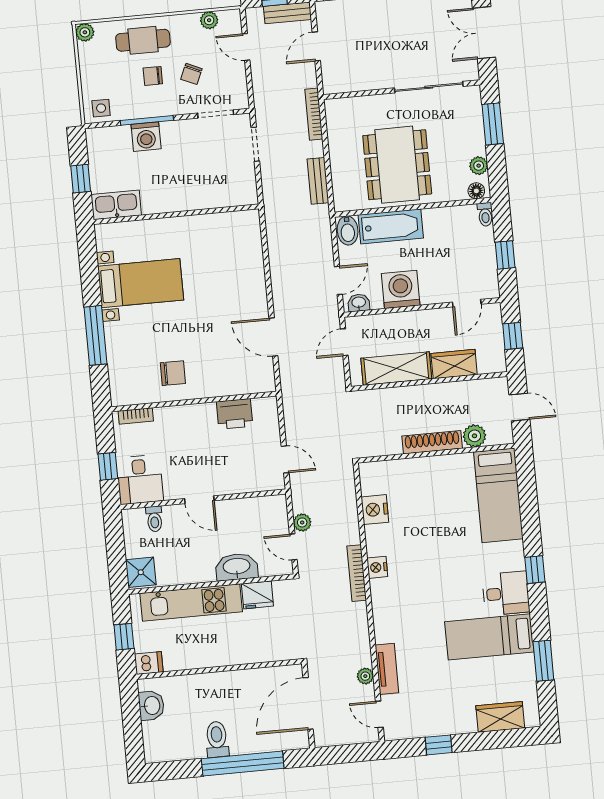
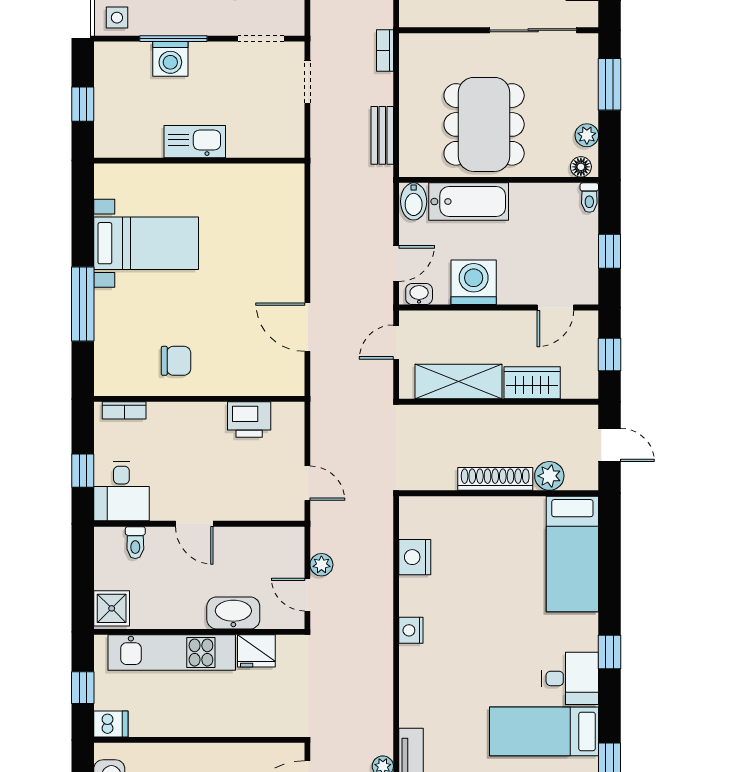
bookcase: (314, 114) -> (385, 51), width x0.64
kitchen sink: (116, 205) -> (195, 142), moved
bookcase: (357, 573) -> (384, 635), removed

